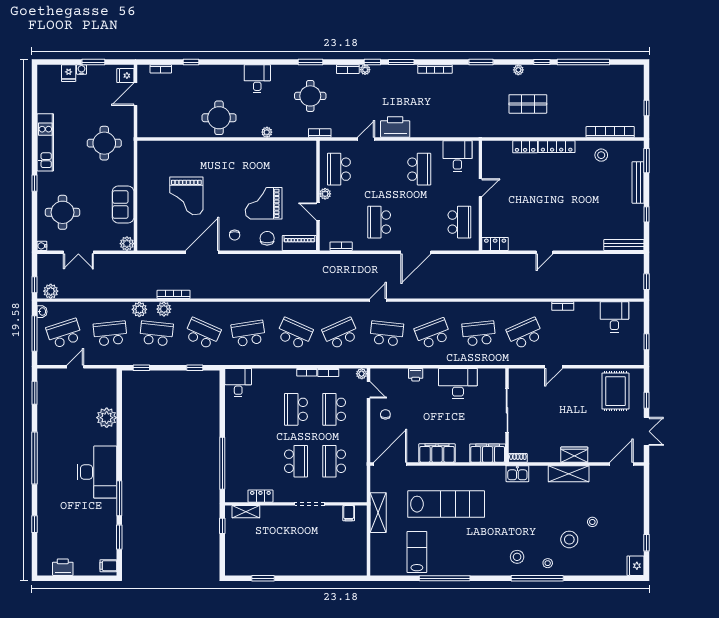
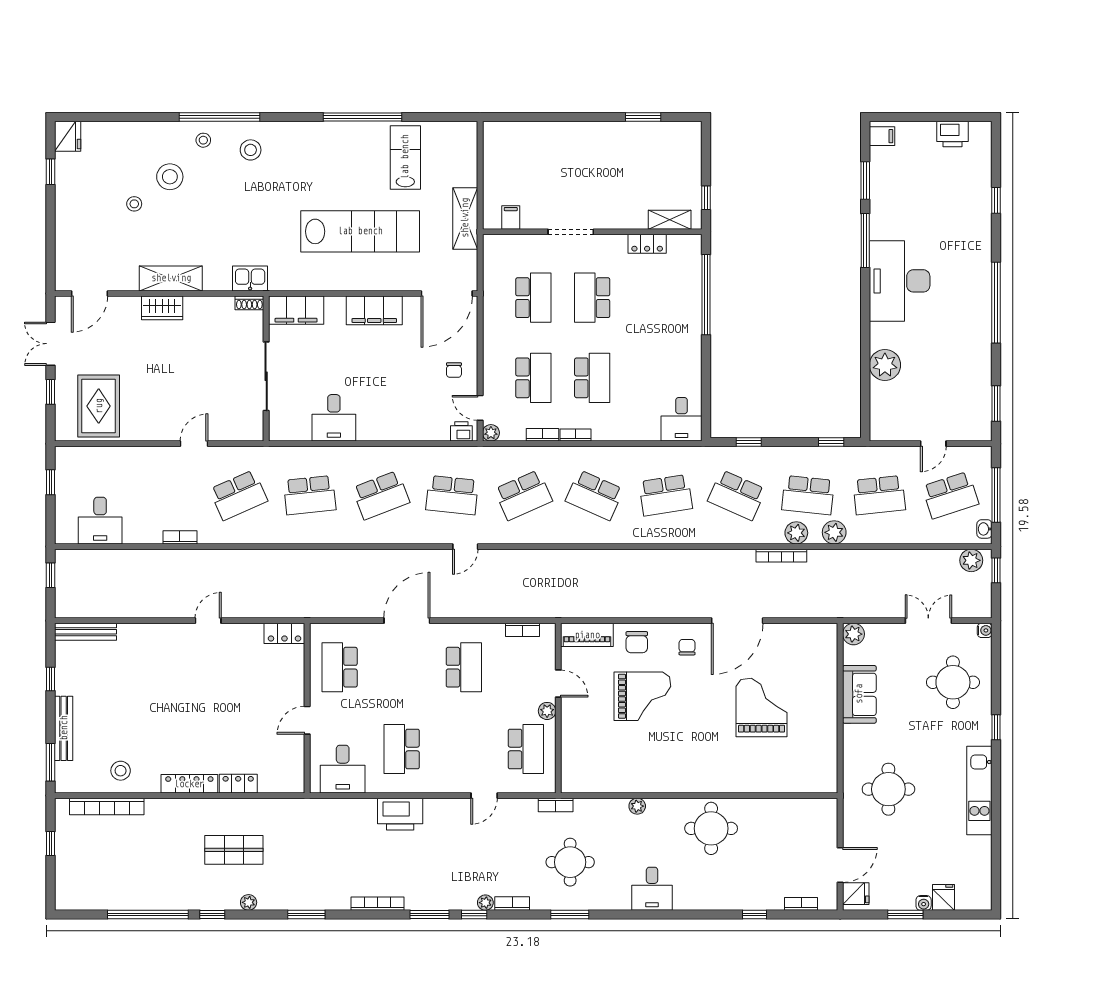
printer: (395, 127) -> (400, 814), moved
printer: (416, 375) -> (461, 431), moved
desk: (458, 383) -> (334, 418), width x0.73
lab bench: (446, 504) -> (360, 231), turned 180
lab bench: (417, 552) -> (405, 157), turned 180

